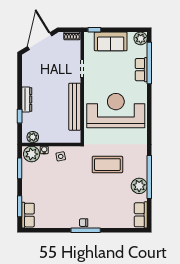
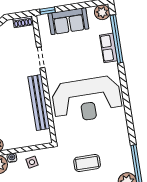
reception desk: (116, 111) -> (87, 100), turned 180
coffee table: (107, 165) -> (87, 163), width x0.73, depth x0.76

